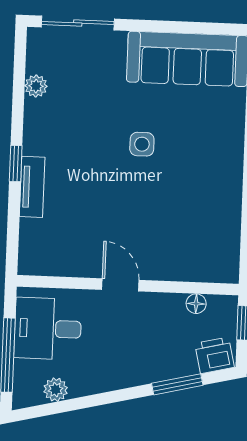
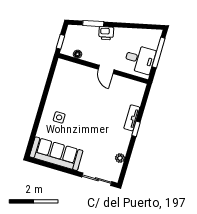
side table: (142, 144) -> (59, 117), moved
printer: (214, 355) -> (106, 33), moved
plant: (56, 390) -> (143, 34), removed

